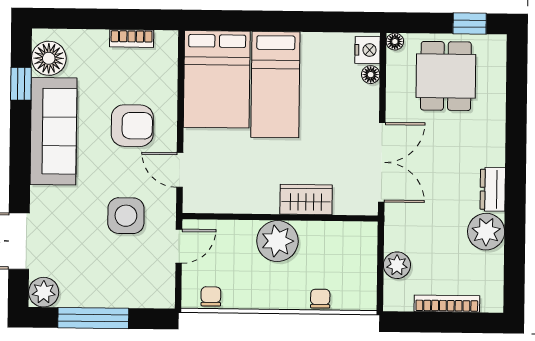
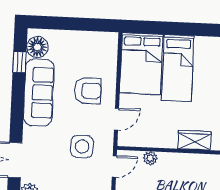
bookcase: (132, 39) -> (89, 36), removed
door: (180, 170) -> (116, 119), swing flipped
plant: (277, 241) -> (150, 158), moved, width x0.53, depth x0.53

